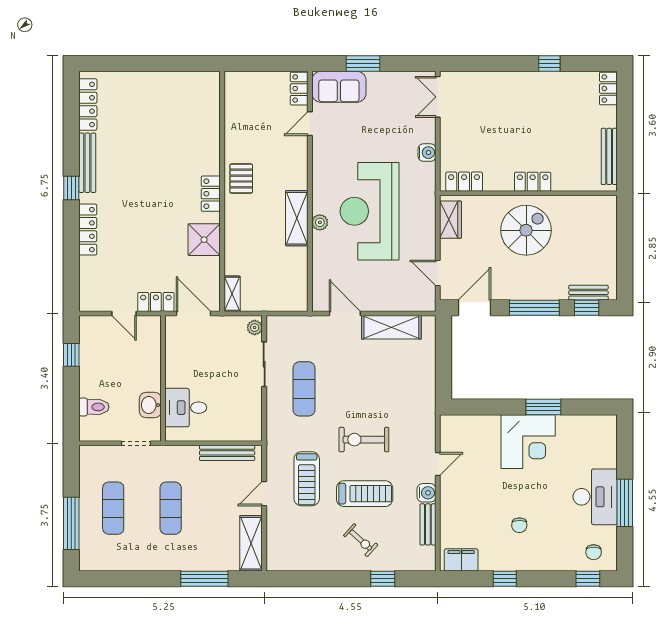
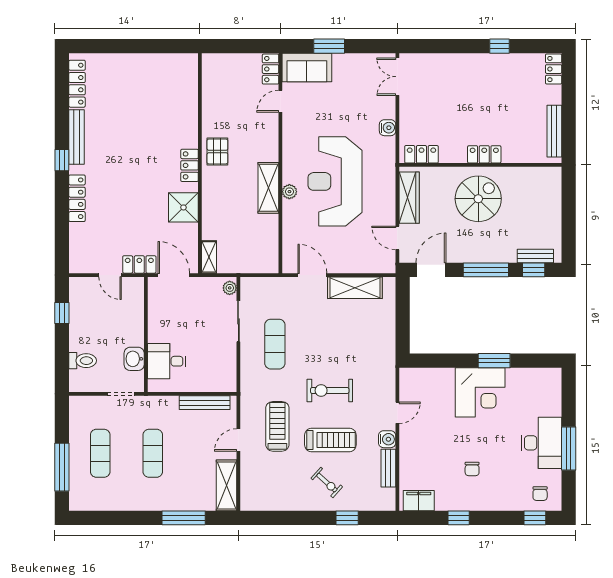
wardrobe: (451, 220) -> (409, 198), width x1.50
treadmill: (307, 479) -> (277, 426), turned 180

